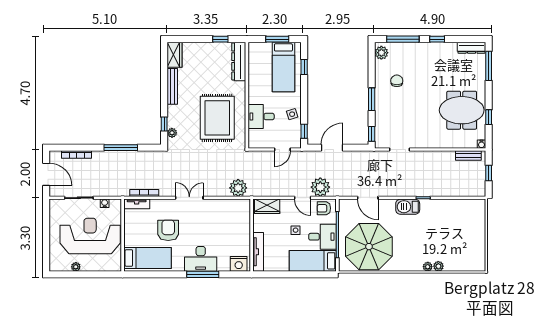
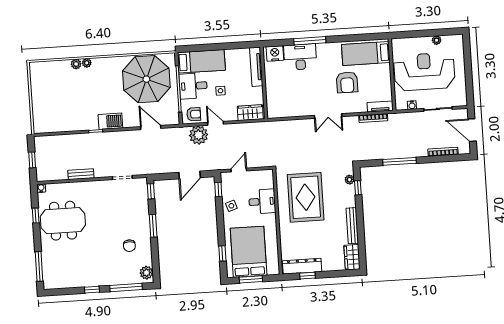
dresser: (472, 48) -> (57, 283), removed
dresser: (239, 62) -> (302, 266), moved, turned -90
bed: (283, 67) -> (249, 252), width x1.50
bench: (468, 156) -> (81, 174), moved
plant: (238, 188) -> (280, 129), removed
reception desk: (90, 236) -> (424, 72), turned 180
desk: (201, 259) -> (300, 57), moved

